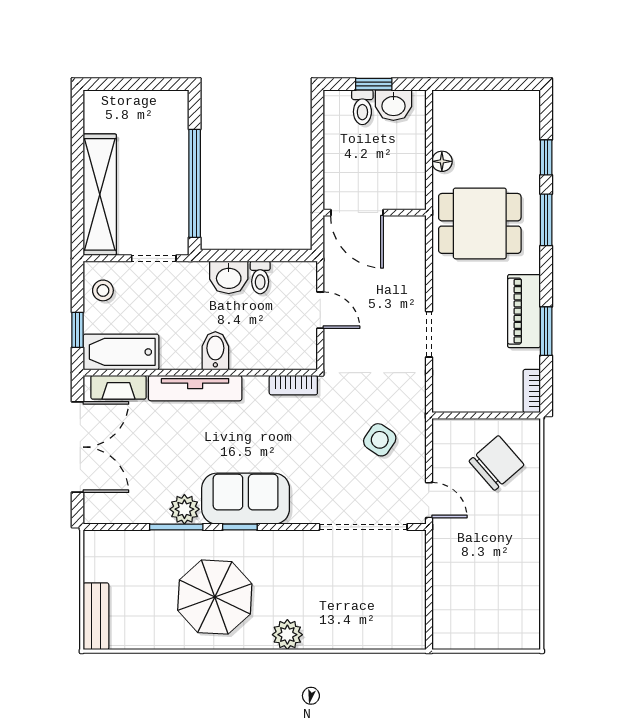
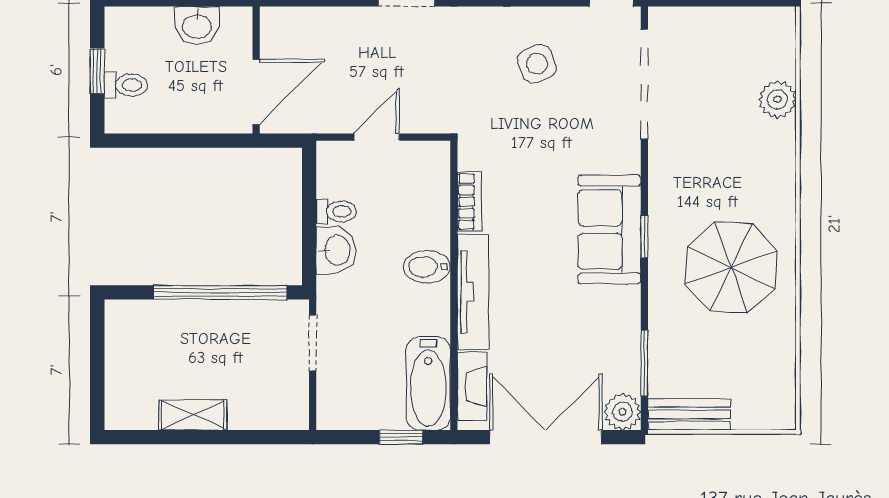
washbasin: (393, 105) -> (197, 25), moved, turned 90
shelving: (100, 194) -> (193, 415), width x0.45, depth x0.75
stool: (103, 290) -> (352, 406), removed
bookcase: (293, 385) -> (469, 202), moved
side table: (380, 440) -> (537, 64), turned 35
plant: (184, 509) -> (623, 412), moved
window: (176, 527) -> (644, 363), moved
bench: (96, 616) -> (689, 414), moved
plant: (287, 635) -> (777, 99), moved

